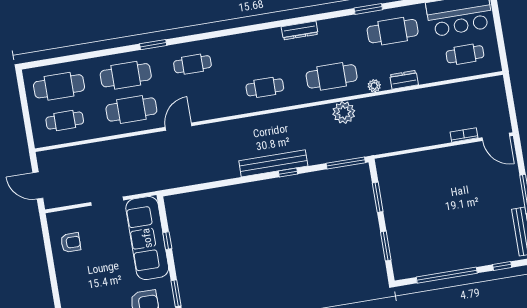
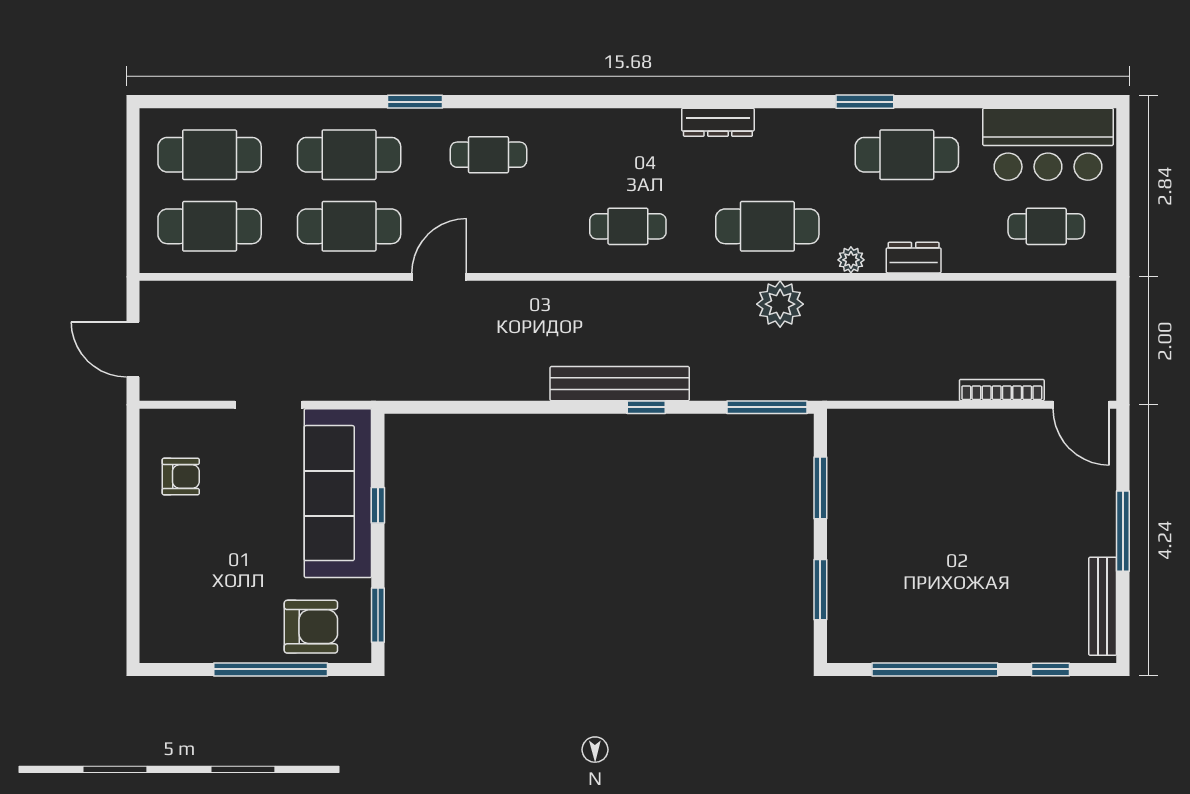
cafe table: (65, 121) -> (210, 226), width x1.37, depth x1.35
bookcase: (464, 135) -> (1002, 390), width x1.56

